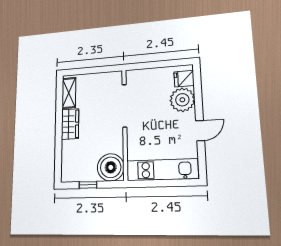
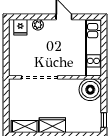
plant: (182, 100) -> (38, 25), width x0.53, depth x0.53
window: (88, 185) -> (104, 120), moved

